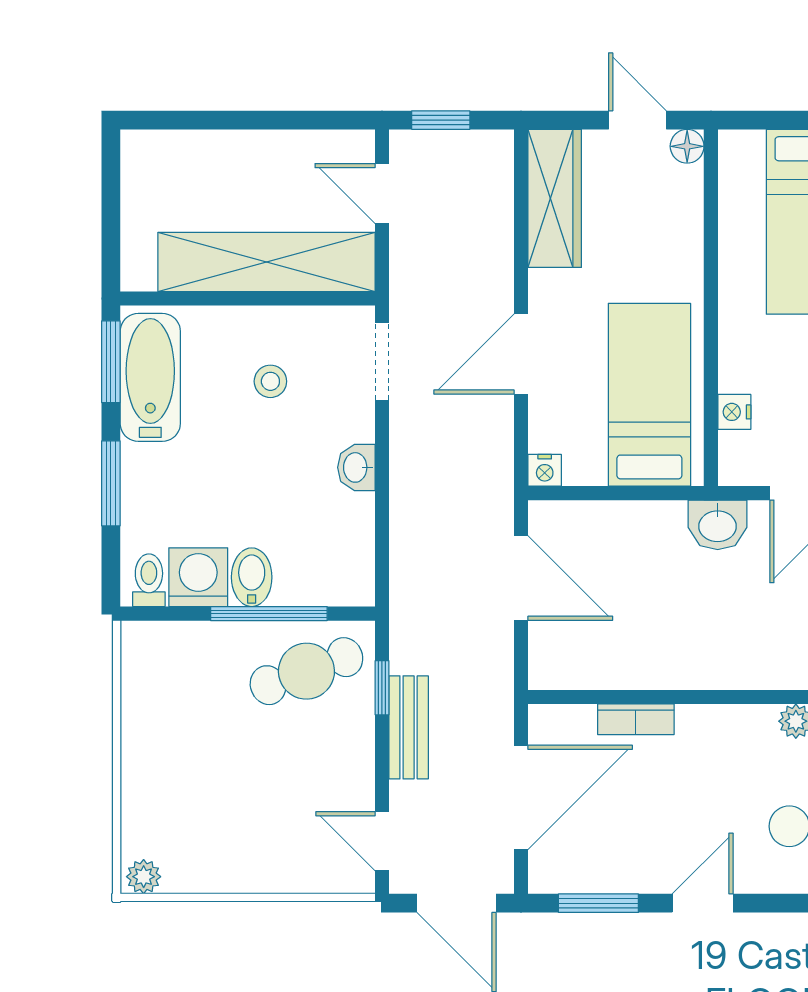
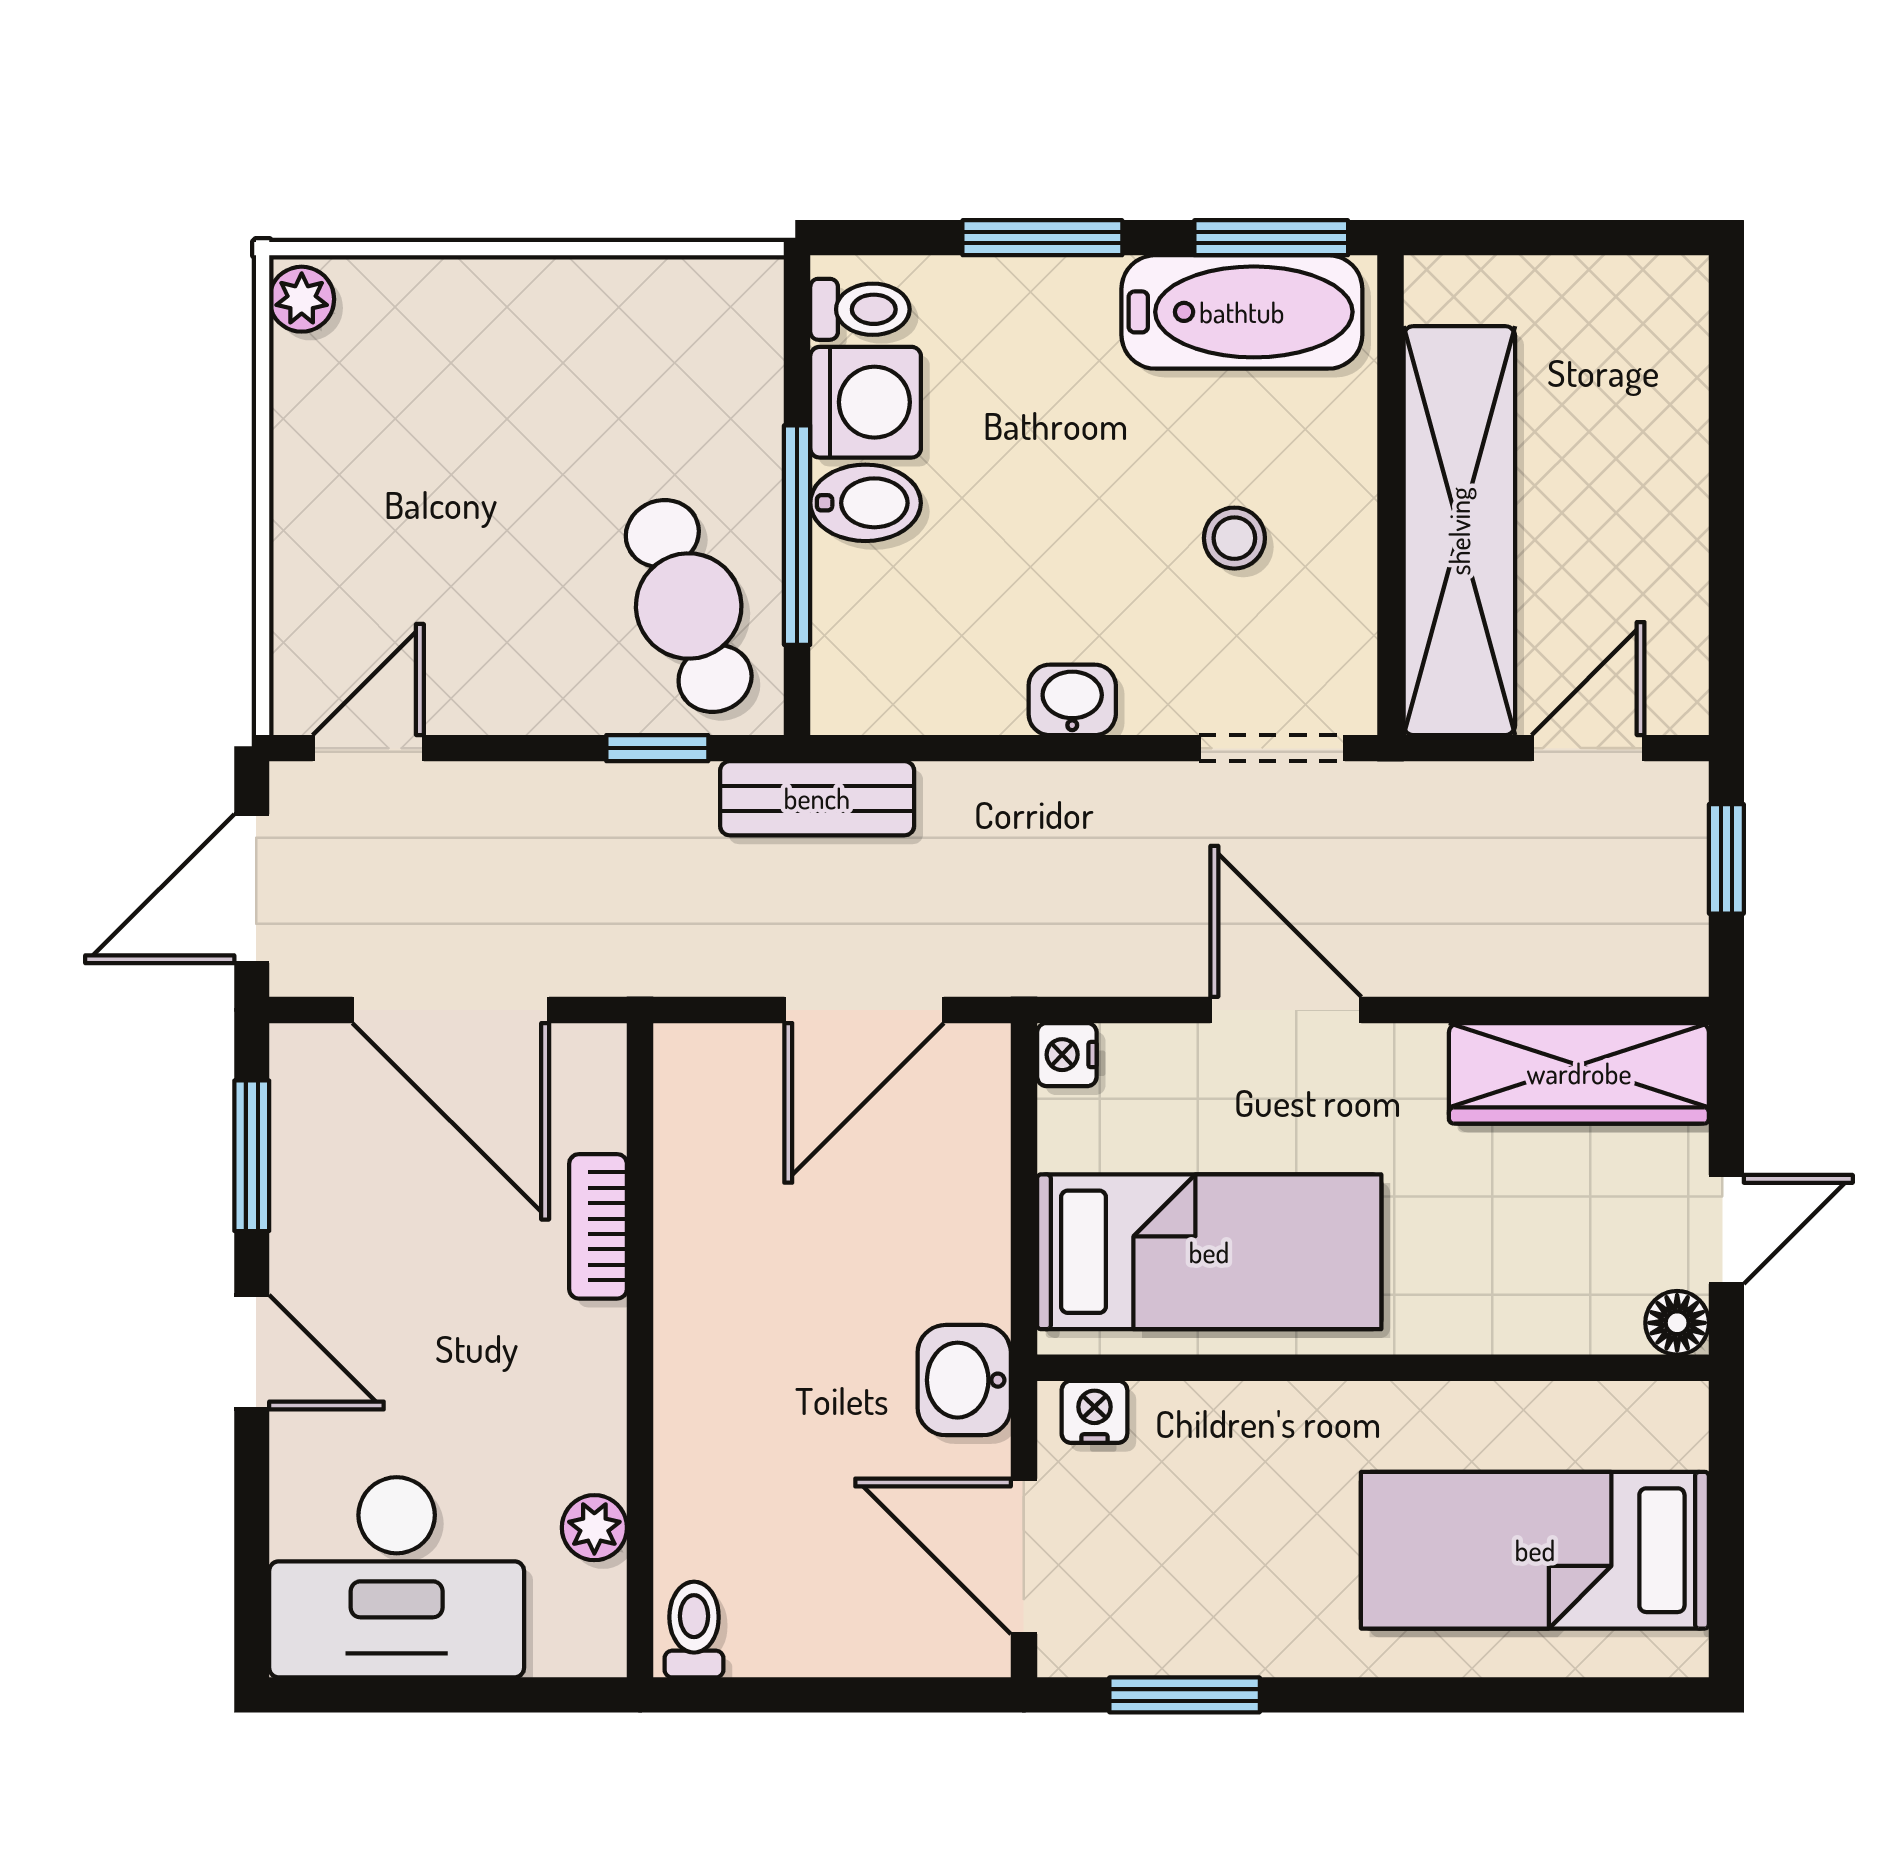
nightstand: (734, 412) -> (1094, 1412), moved
bench: (409, 727) -> (817, 798), moved

